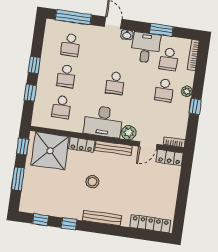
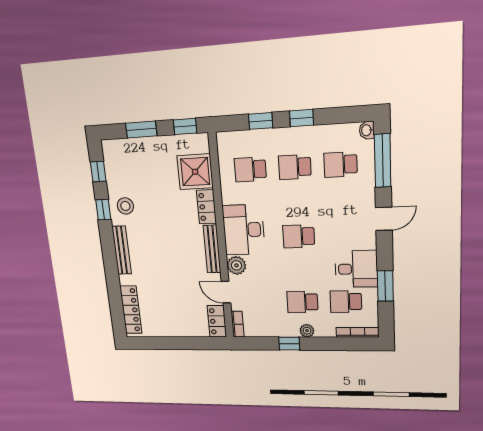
washbasin: (127, 35) -> (367, 130), moved
shower: (50, 151) -> (195, 172), width x0.73, depth x0.73
stool: (92, 182) -> (125, 206), moved

